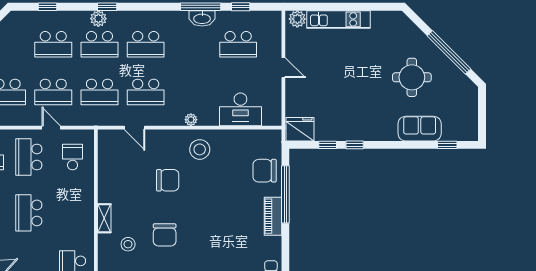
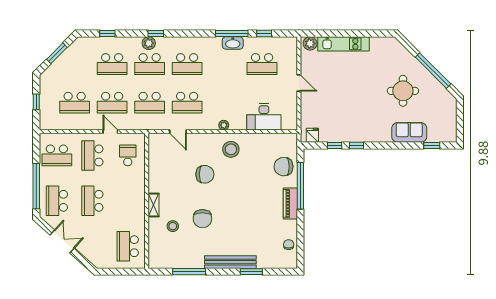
fridge: (300, 129) -> (312, 135), width x0.53, depth x0.75

